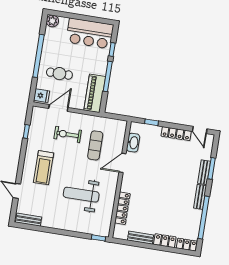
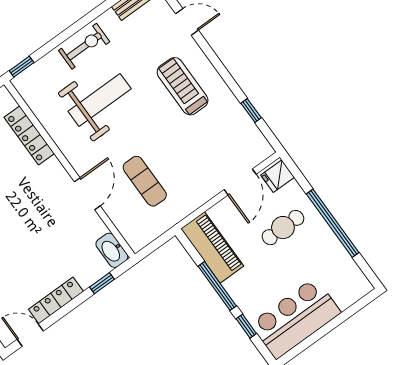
plant: (52, 21) -> (360, 286), removed
exercise bike: (68, 134) -> (84, 46), moved
washbasin: (133, 143) -> (112, 250), moved

